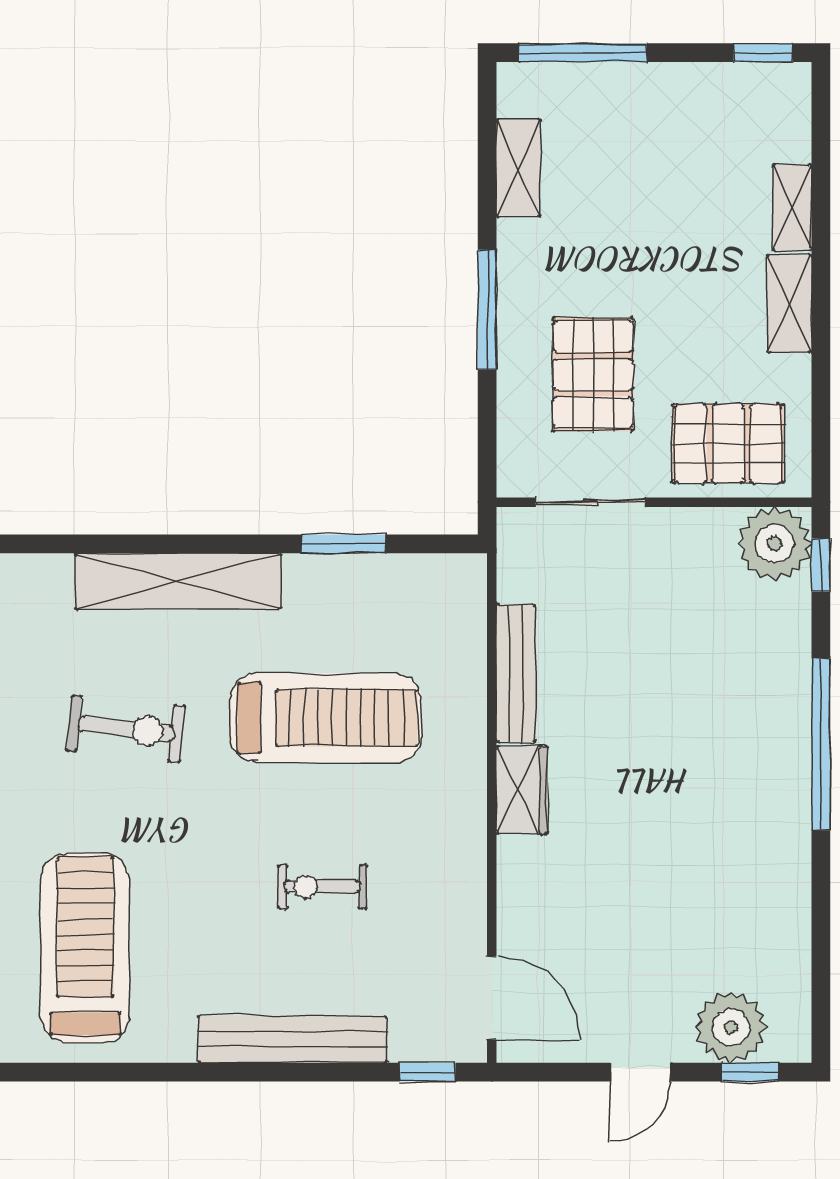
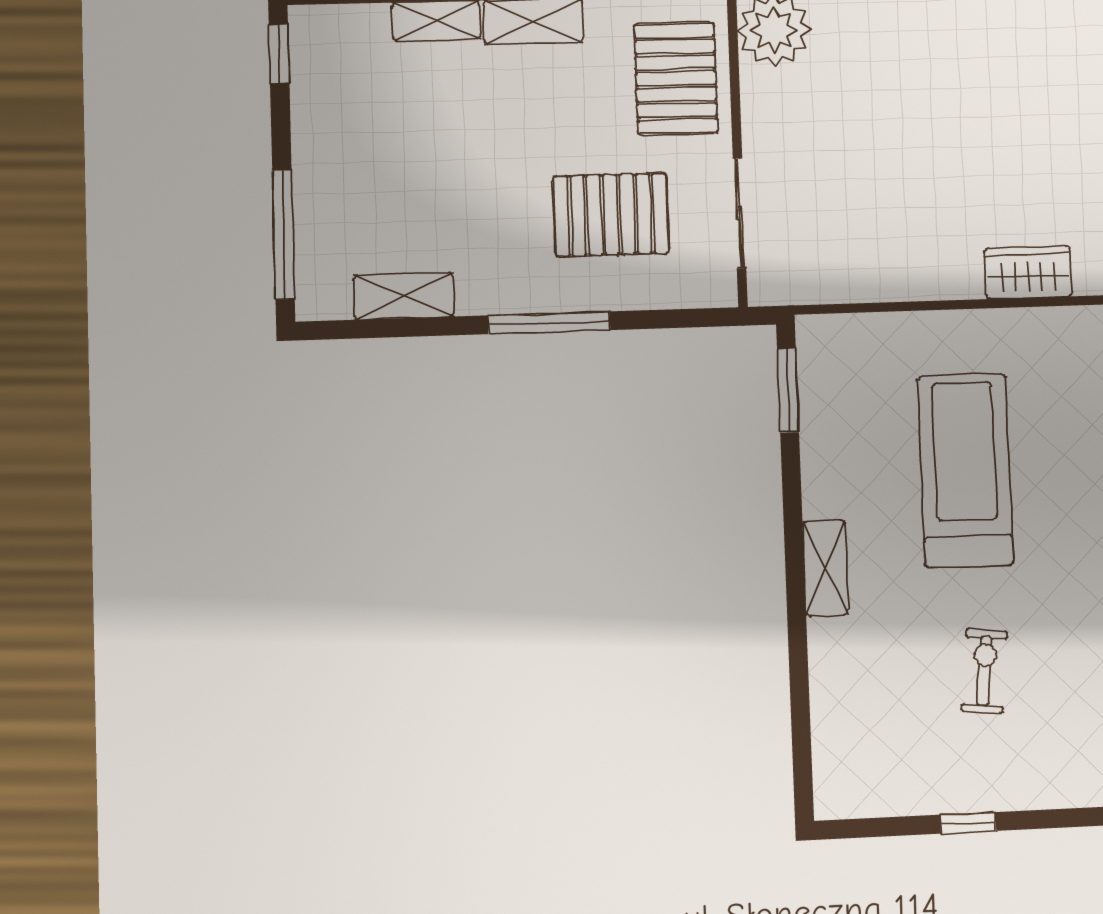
window: (344, 544) -> (788, 390), moved
shelving: (178, 581) -> (825, 568), width x0.45, depth x0.75
bench: (516, 673) -> (913, 282), removed
exercise bike: (126, 729) -> (985, 671), width x0.73, depth x0.72

